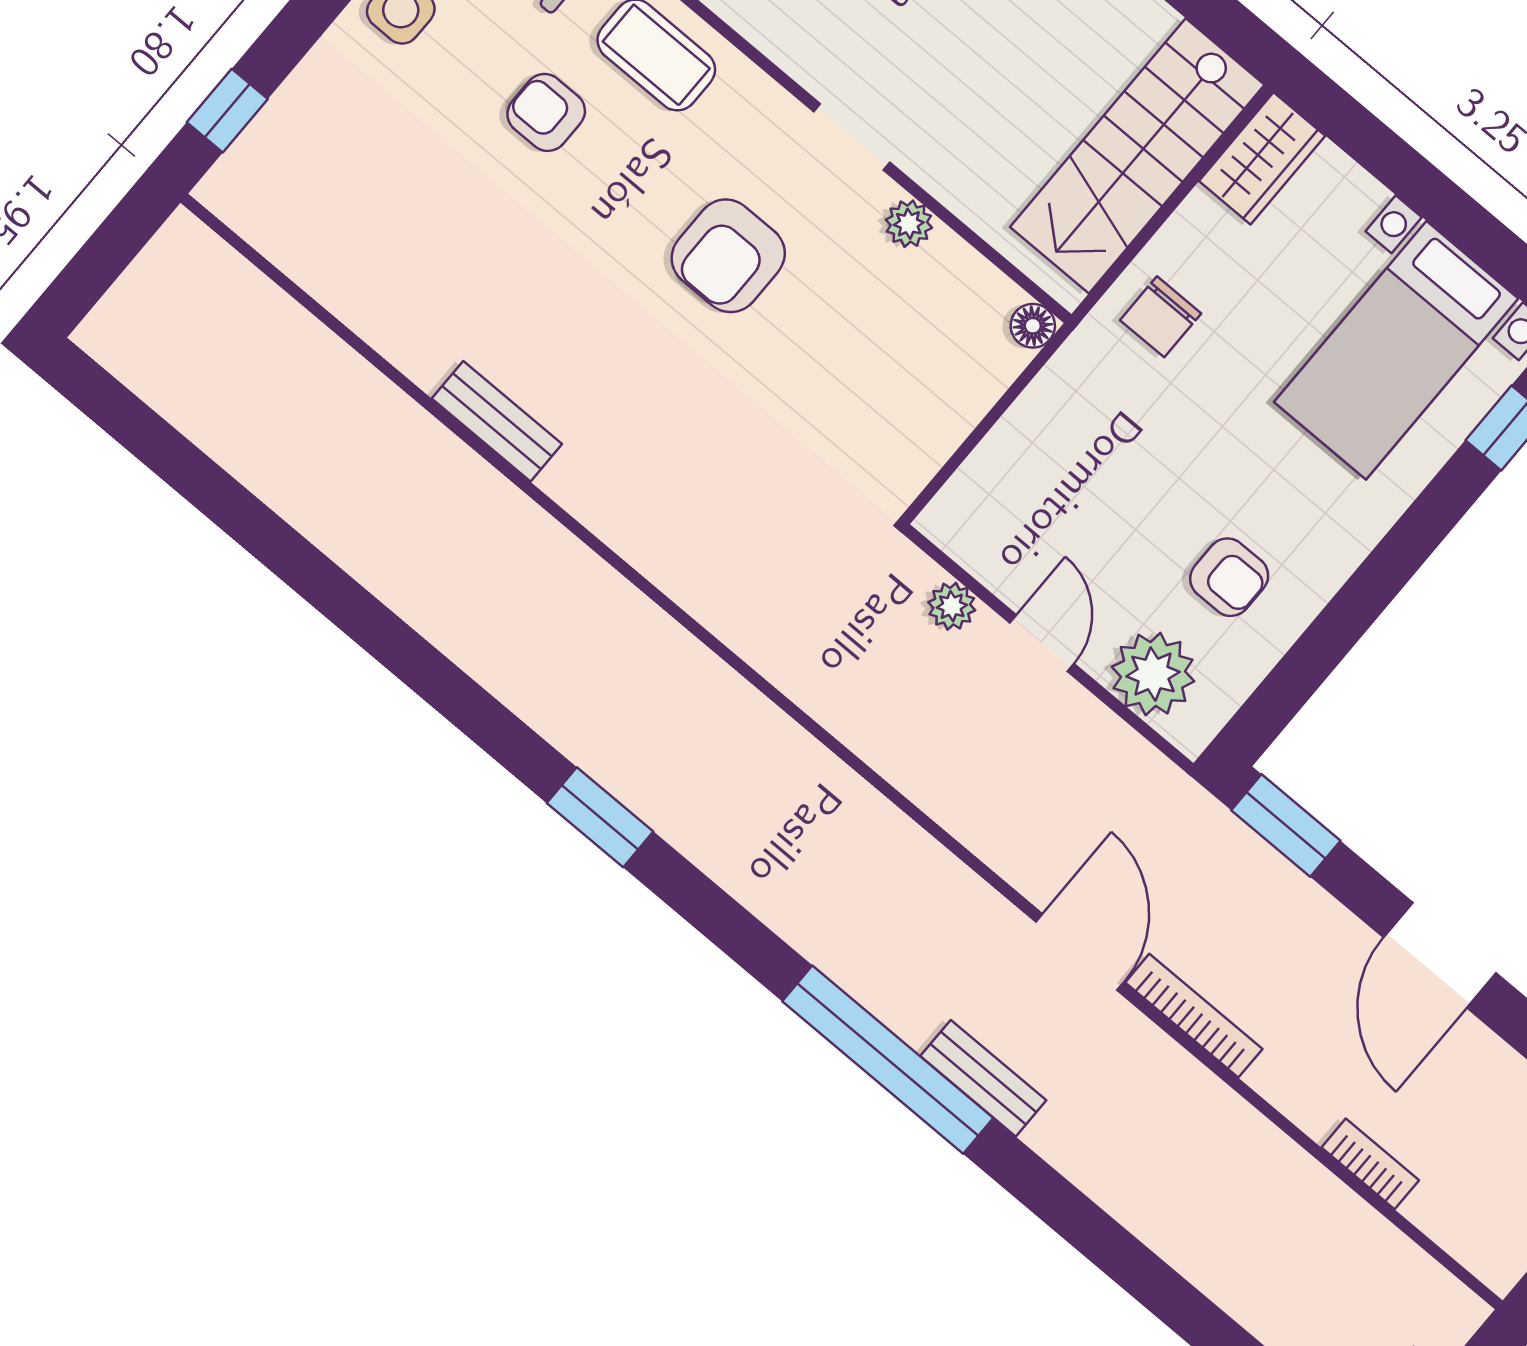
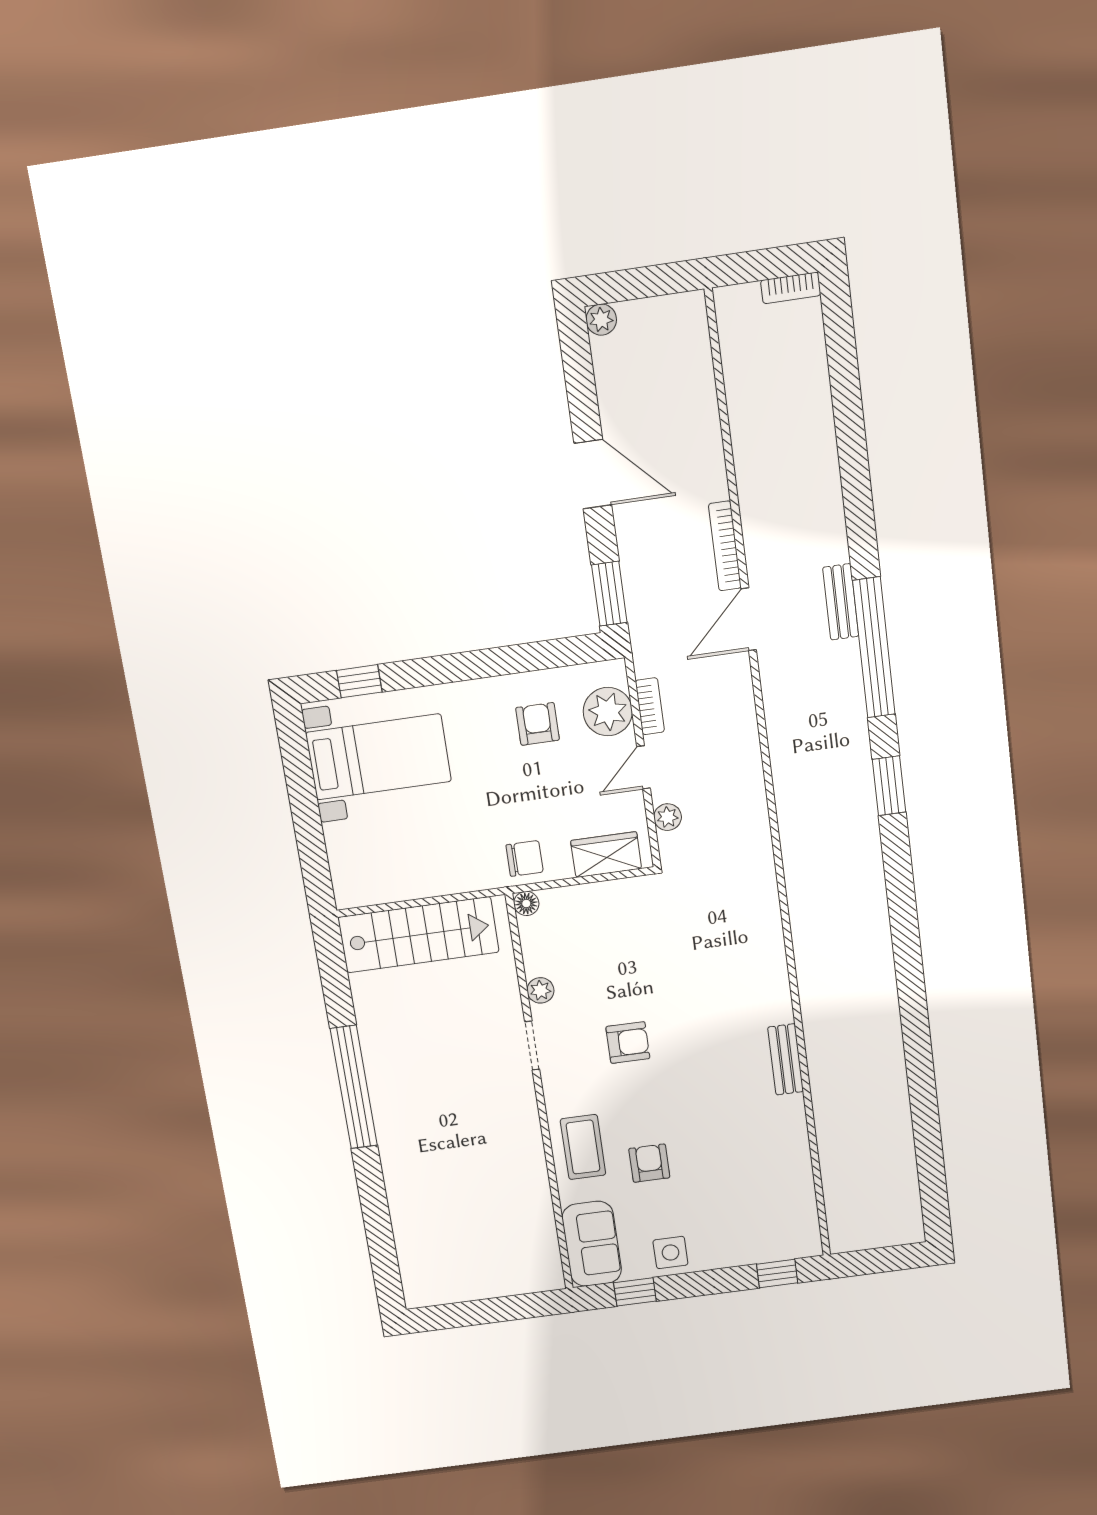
armchair: (546, 112) -> (649, 1163), turned 180
wardrobe: (1262, 158) -> (606, 855), moved
armchair: (728, 256) -> (628, 1043), width x0.72, depth x0.72
chair: (1161, 317) -> (525, 858), moved
window: (600, 817) -> (889, 786), moved
door: (1440, 955) -> (593, 474), hinge flipped
bookcase: (1370, 1164) -> (650, 706), moved, turned 180

